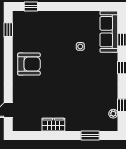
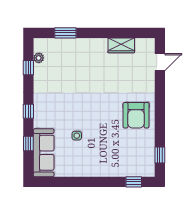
armchair: (29, 64) -> (136, 115), turned -90
wardrobe: (53, 125) -> (121, 45), moved

